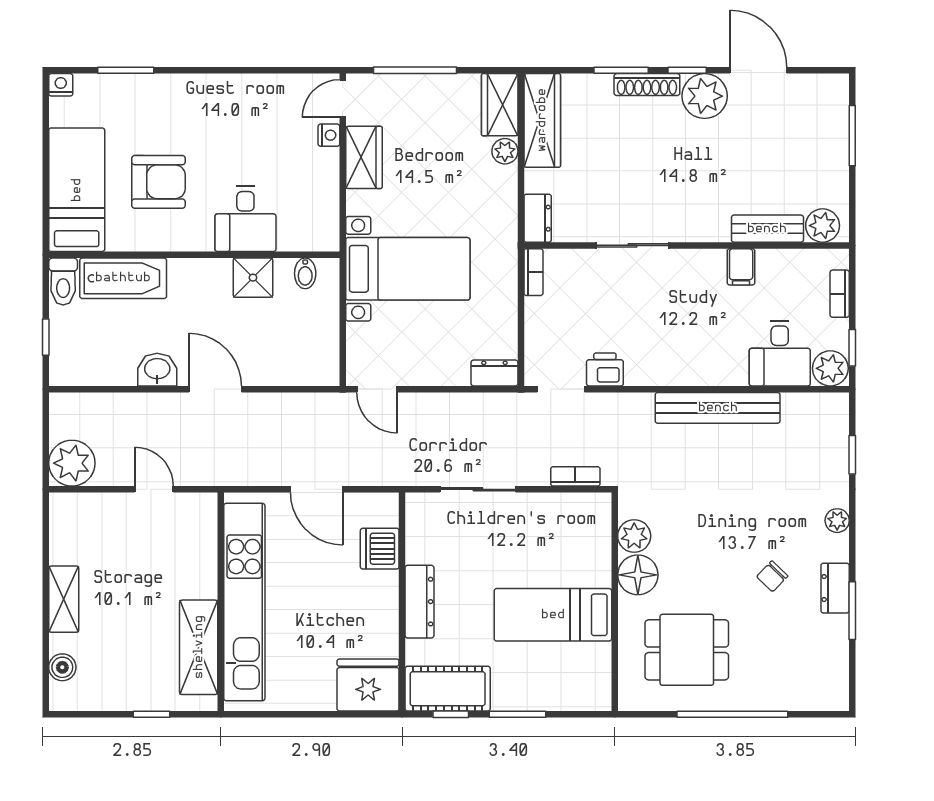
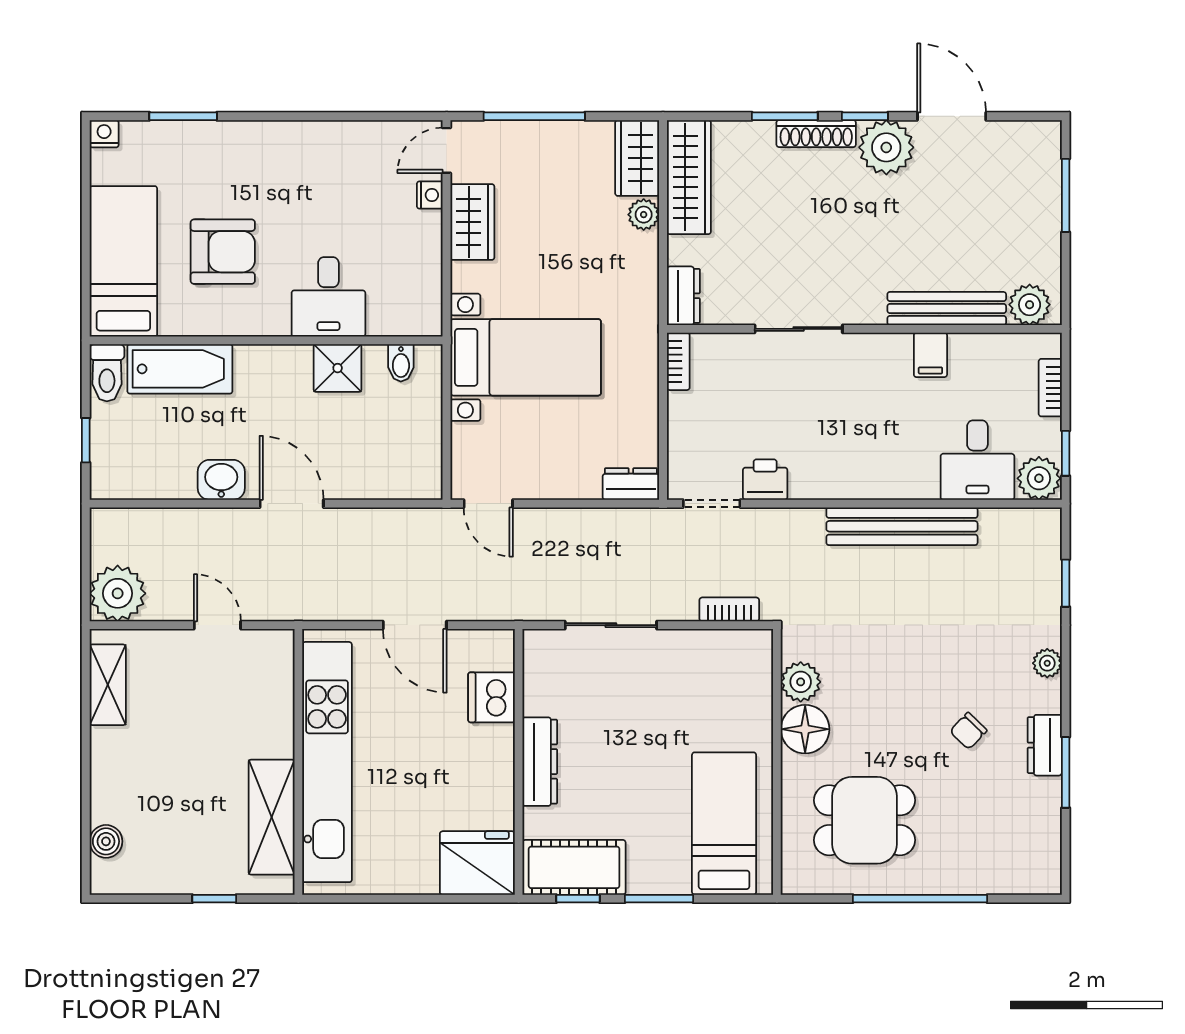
bench: (767, 229) -> (947, 309), width x1.36
shelving: (64, 599) -> (108, 685), moved
bed: (553, 615) -> (724, 824), moved, turned 90

